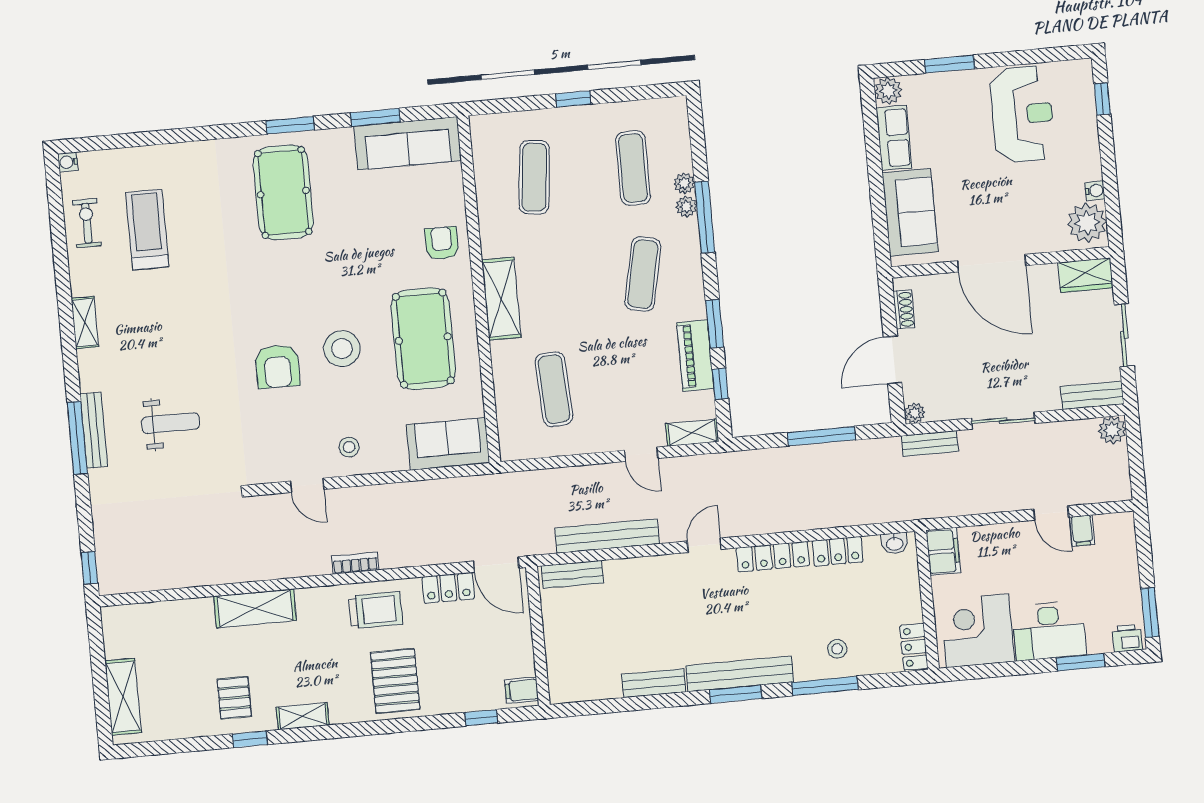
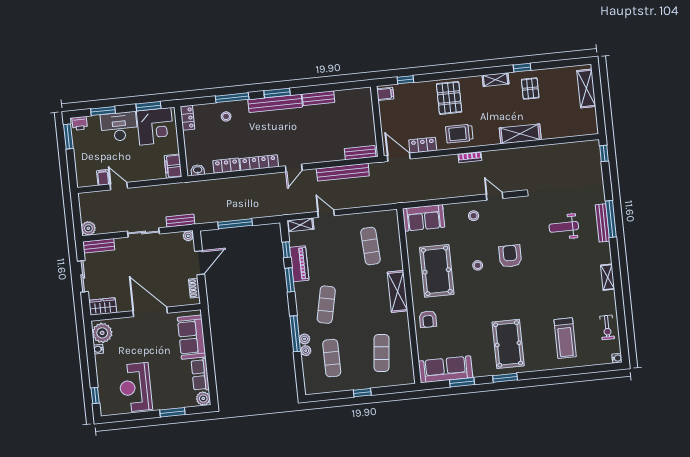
treadmill: (147, 230) -> (565, 338), moved
stool: (342, 349) -> (478, 265), width x0.53, depth x0.53
window: (991, 671) -> (148, 106), added

